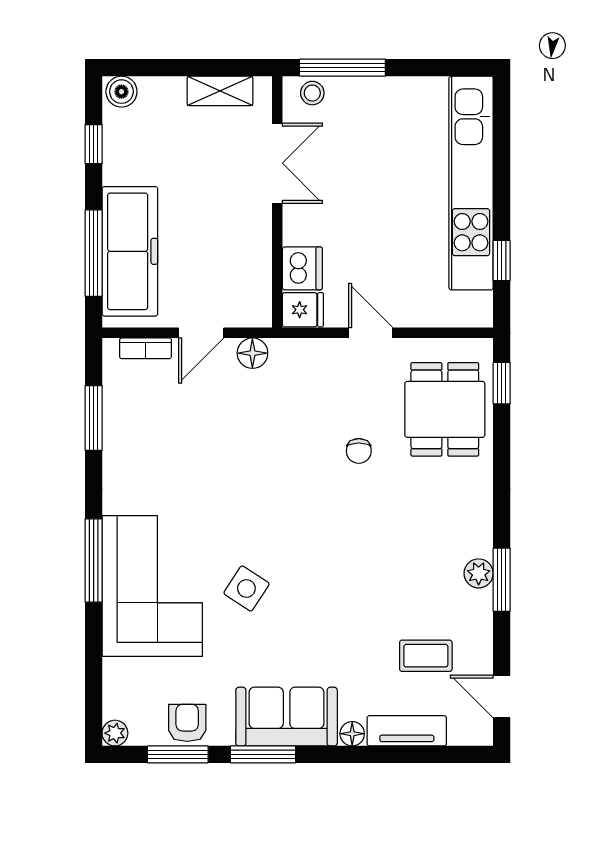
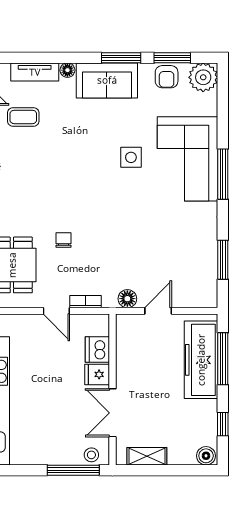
fridge: (303, 310) -> (97, 374), moved
bookcase: (145, 348) -> (85, 302), moved
side table: (246, 589) -> (131, 157), turned -33
plant: (115, 733) -> (203, 77), width x1.88, depth x1.88

